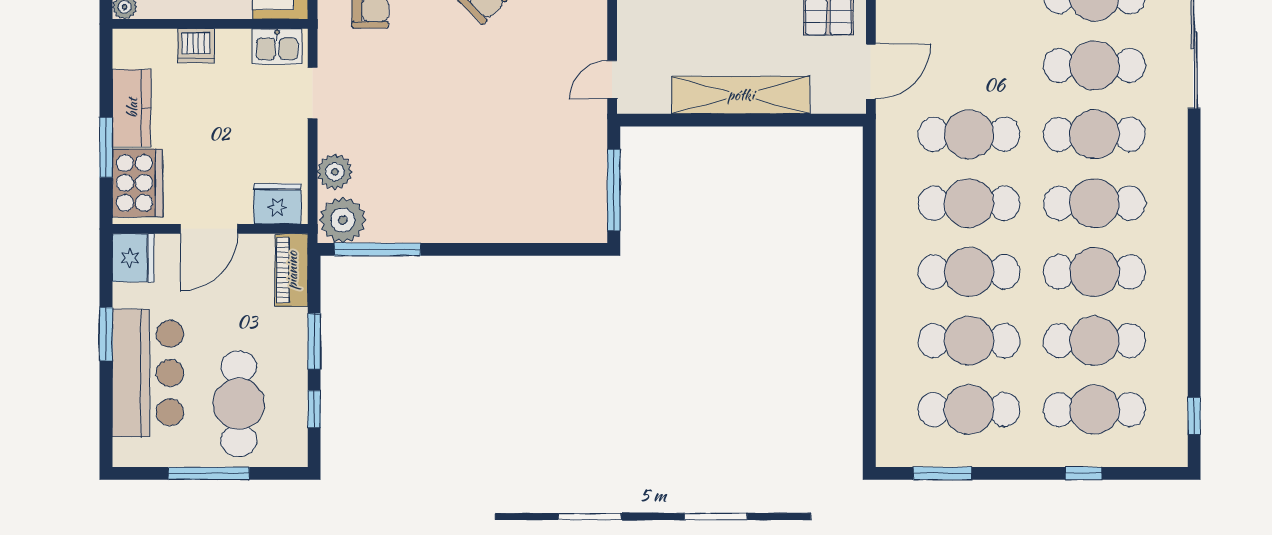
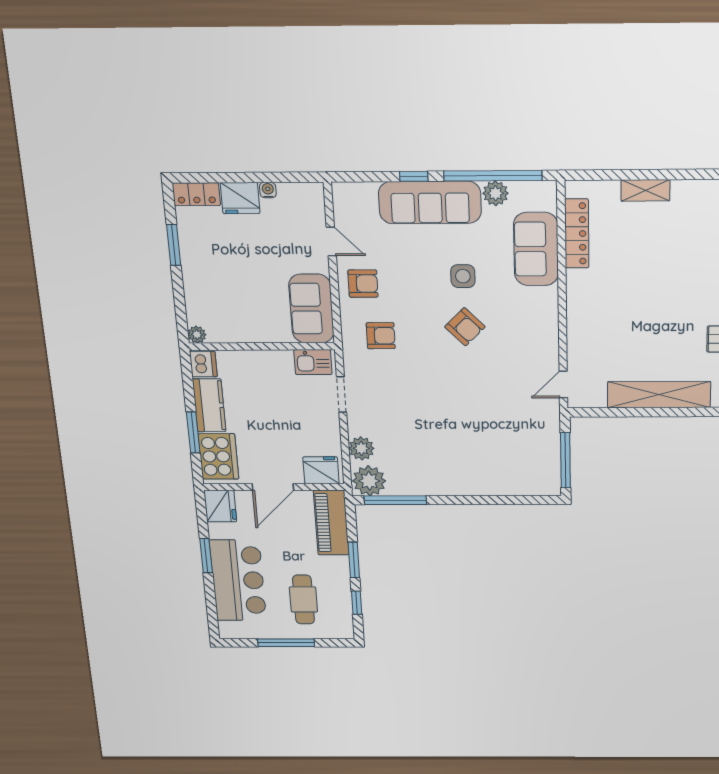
dishwasher: (196, 46) -> (203, 364), moved, turned -90
piano: (292, 270) -> (331, 523), width x1.37, depth x1.33
cafe table: (239, 404) -> (303, 600), width x0.73, depth x0.74

